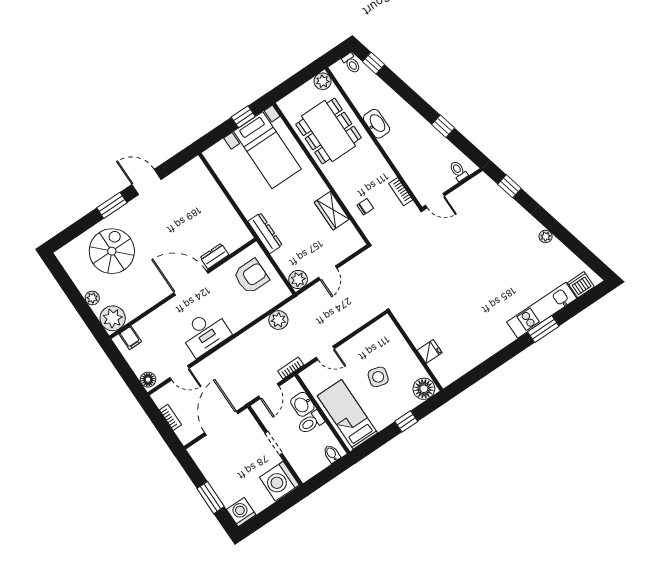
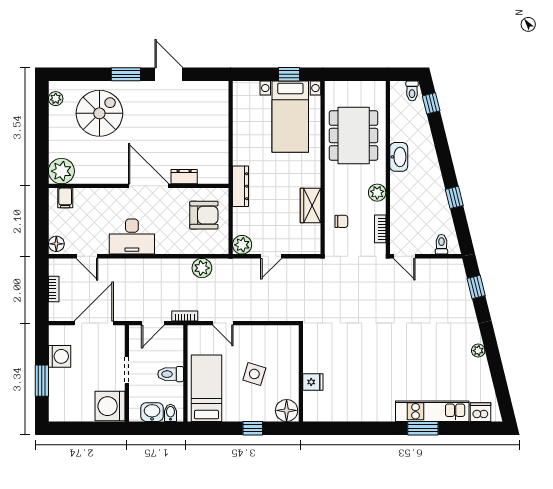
plant: (323, 81) -> (377, 193), moved
plant: (92, 298) -> (56, 99), moved
washbasin: (302, 404) -> (152, 412), moved, turned 90
washing machine: (241, 512) -> (60, 356), moved, turned 90

